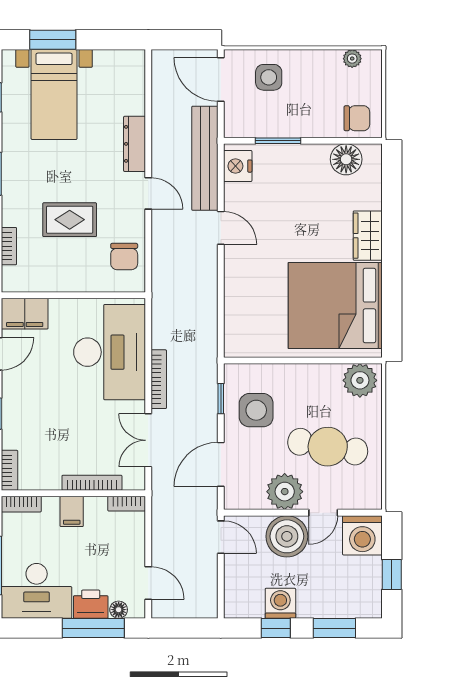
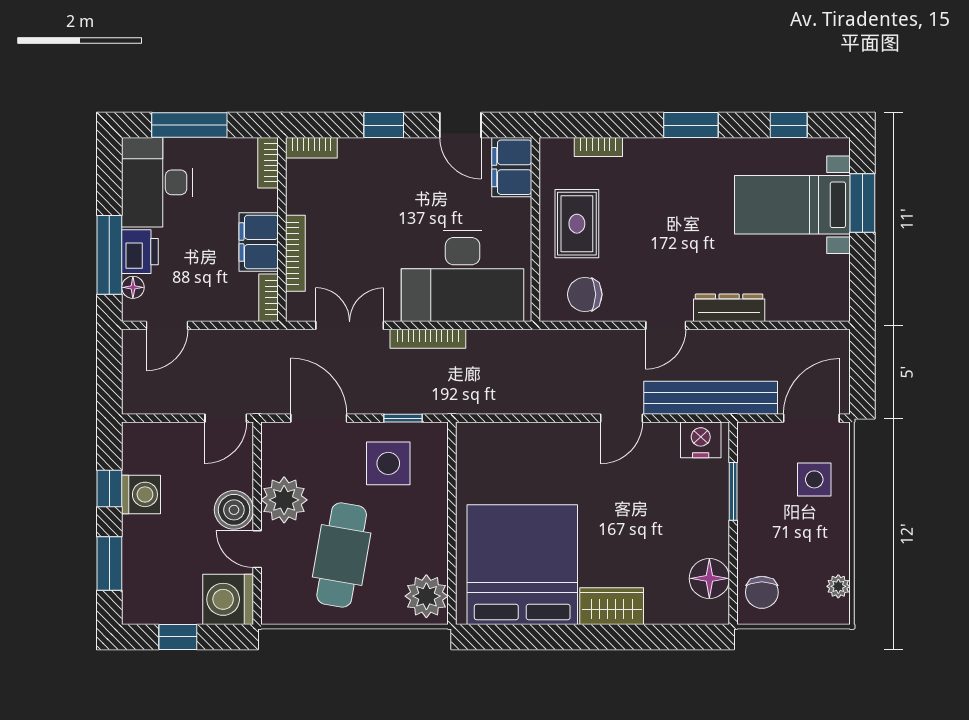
rug: (70, 220) -> (577, 224), moved
filing cabinet: (72, 511) -> (259, 242), width x2.00
boiler: (287, 536) -> (234, 510), width x0.73, depth x0.73

